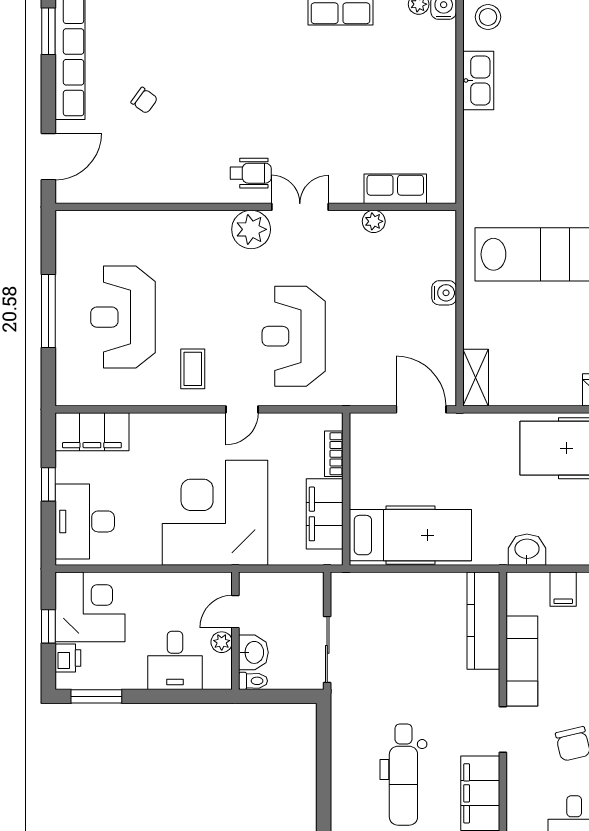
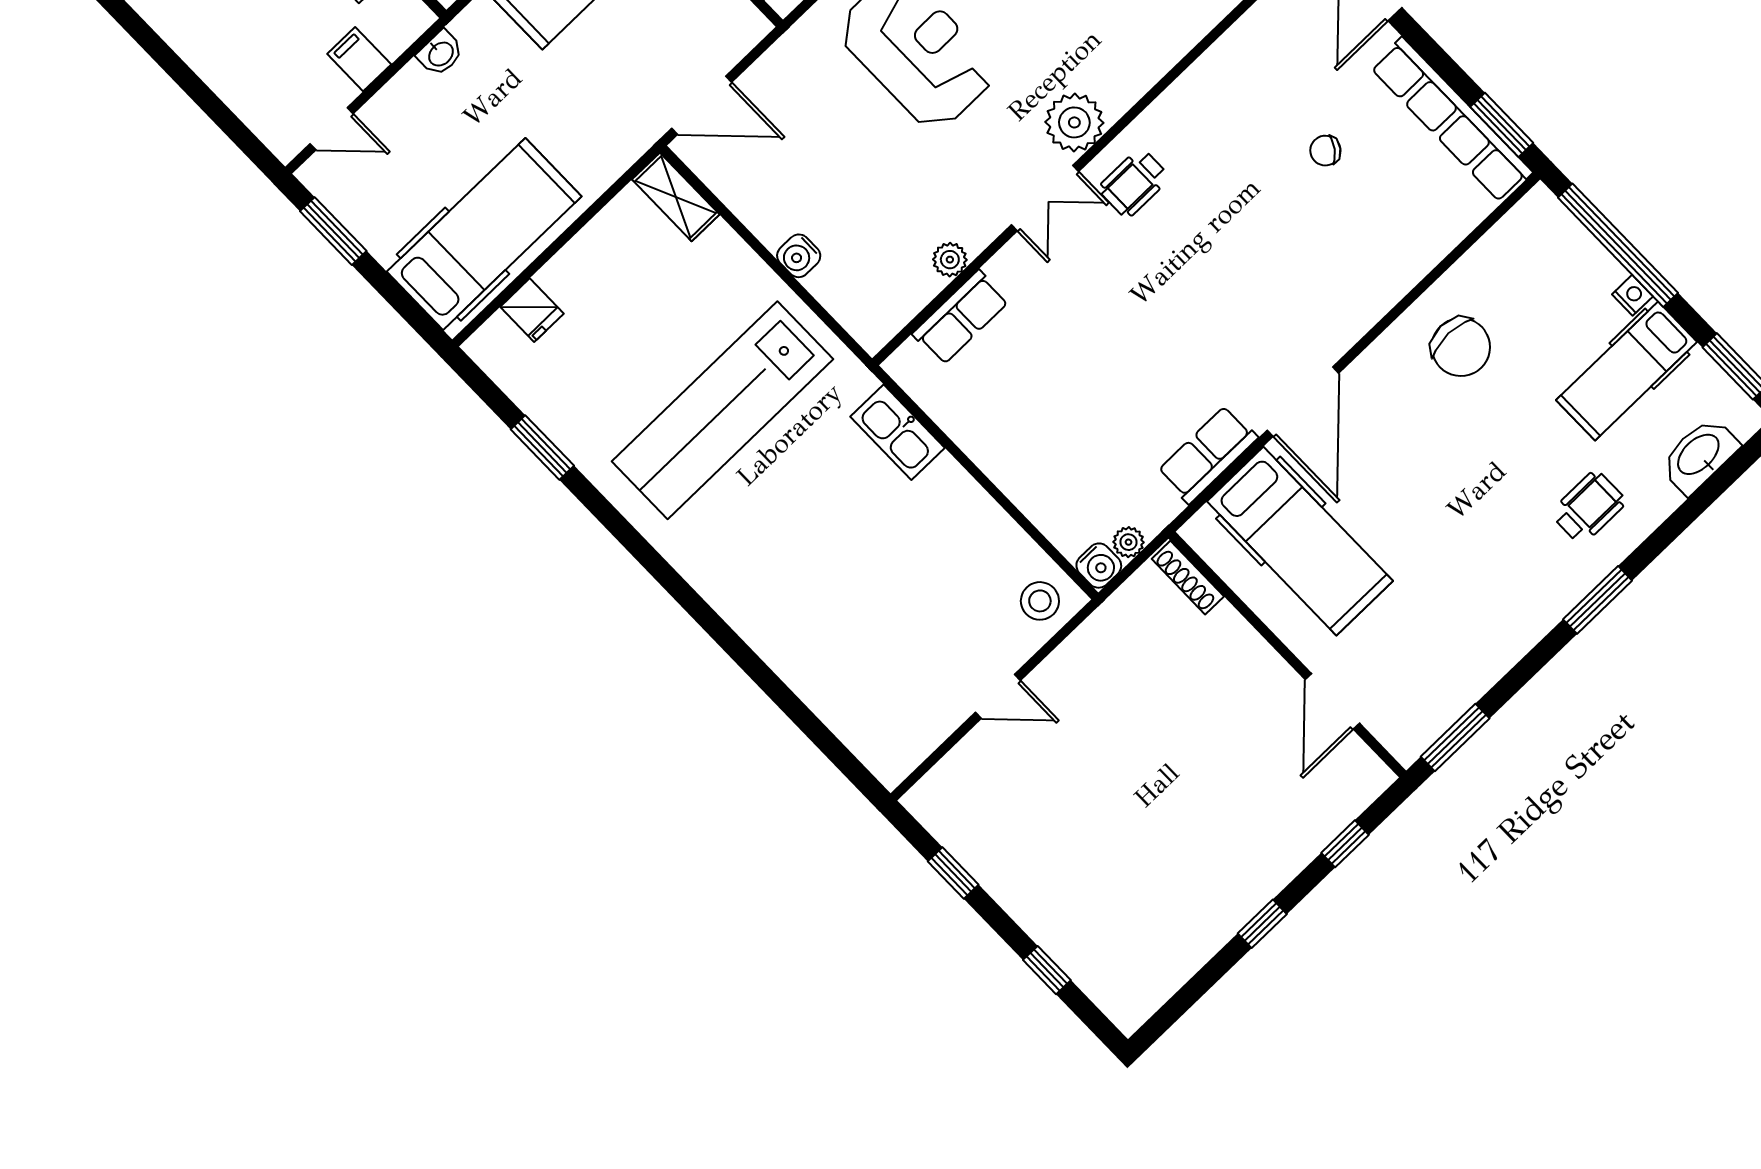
kitchen sink: (478, 80) -> (898, 432), moved
washbasin: (527, 550) -> (440, 53), width x0.72, depth x0.69

